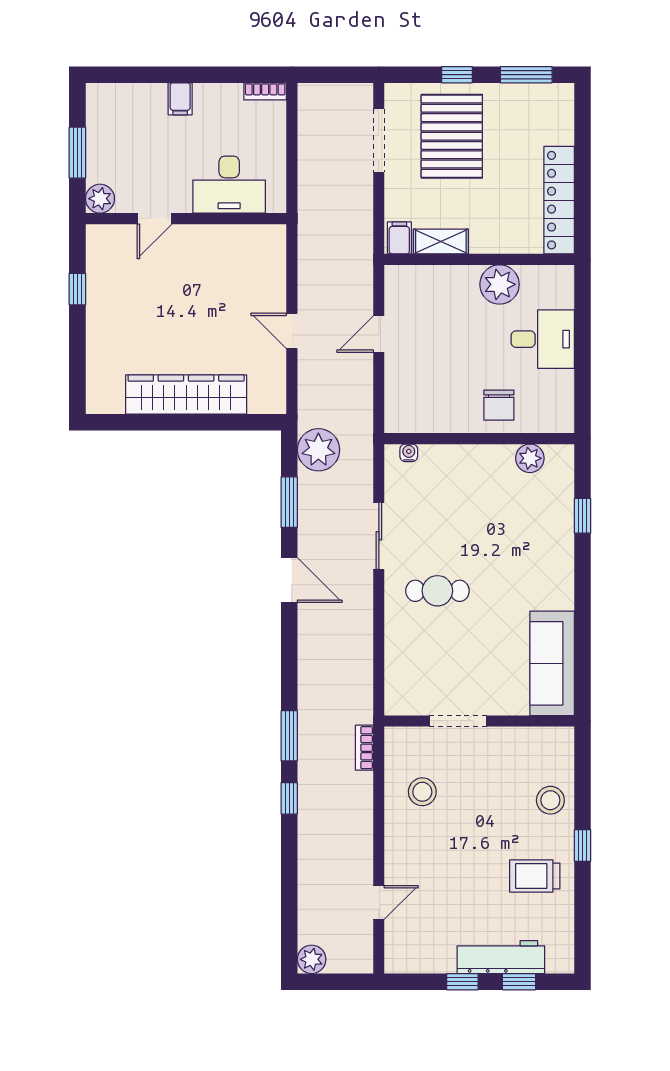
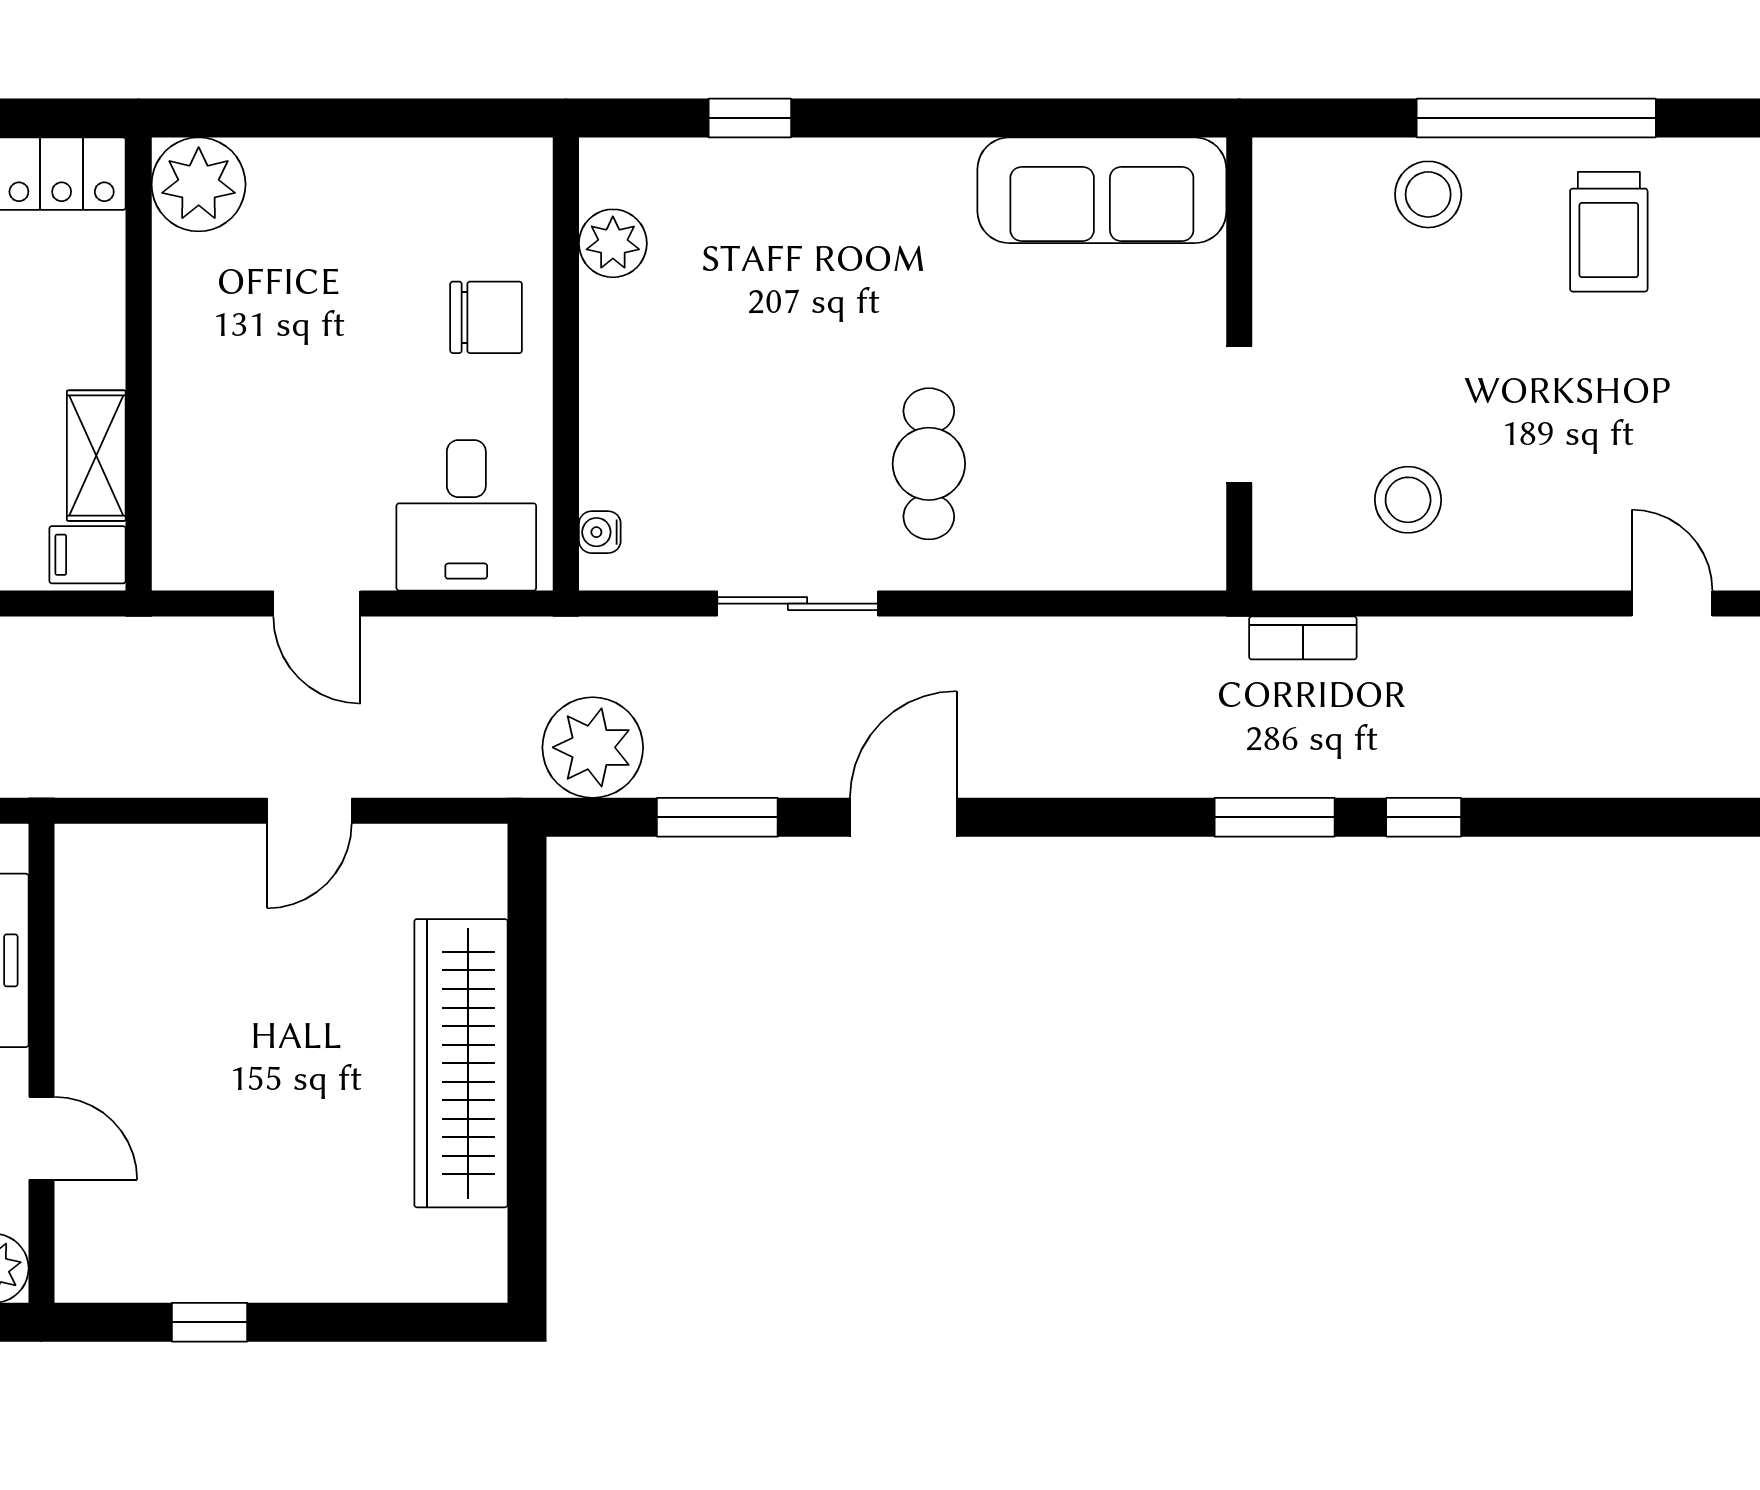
plant: (500, 284) -> (199, 184), moved
desk: (543, 339) -> (466, 515), moved, turned 180
window: (582, 846) -> (1536, 118), width x3.17

